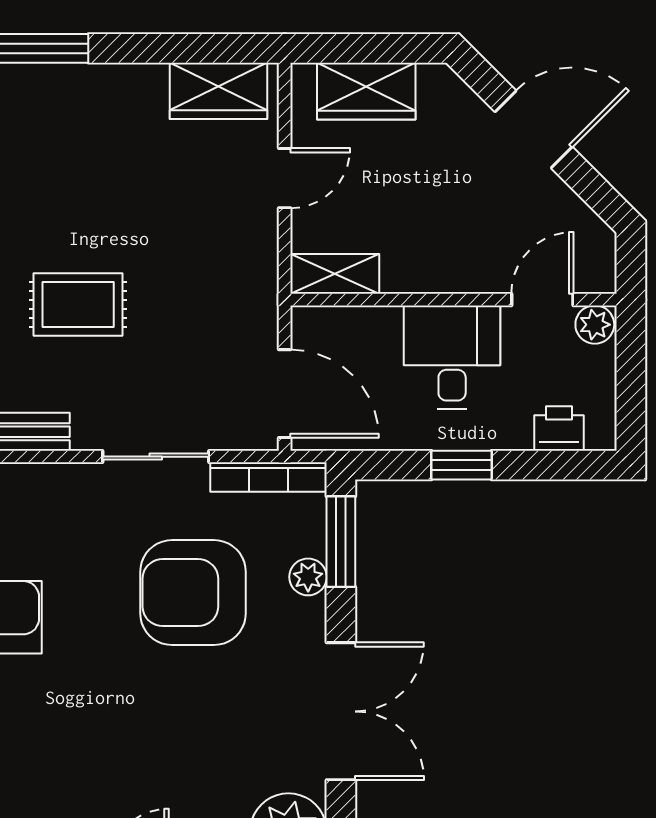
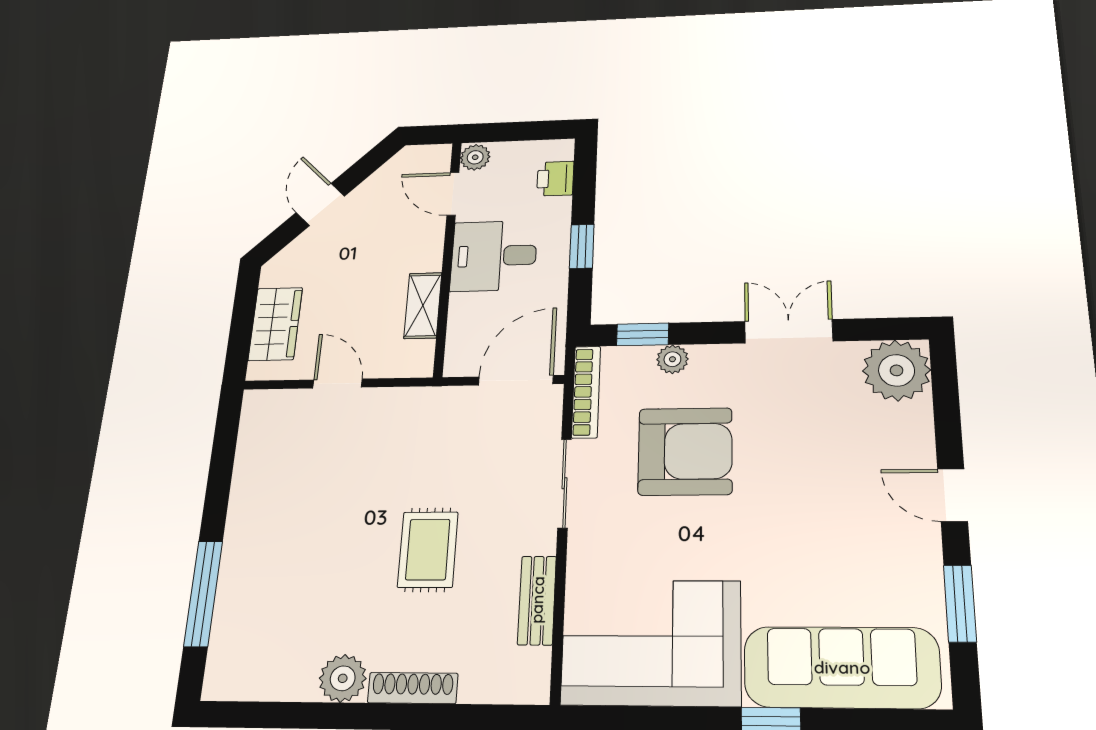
wardrobe: (218, 91) -> (260, 436), removed
door: (534, 129) -> (320, 204), width x0.73
shelving: (335, 274) -> (423, 305), moved
window: (341, 542) -> (643, 334), width x0.67
armchair: (193, 593) -> (685, 451), turned -90
double door: (341, 711) -> (789, 331), width x0.73

